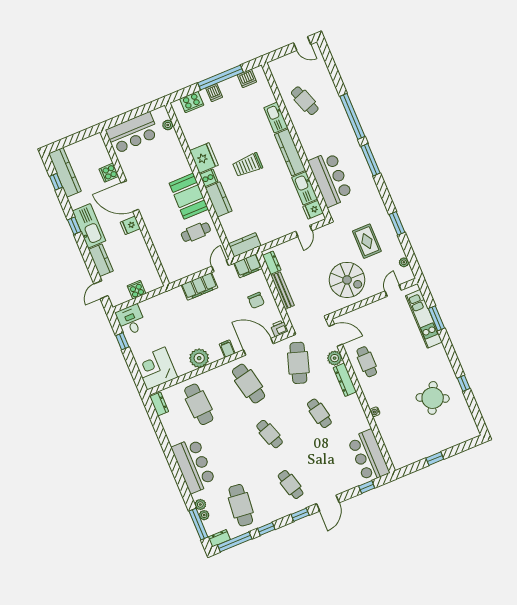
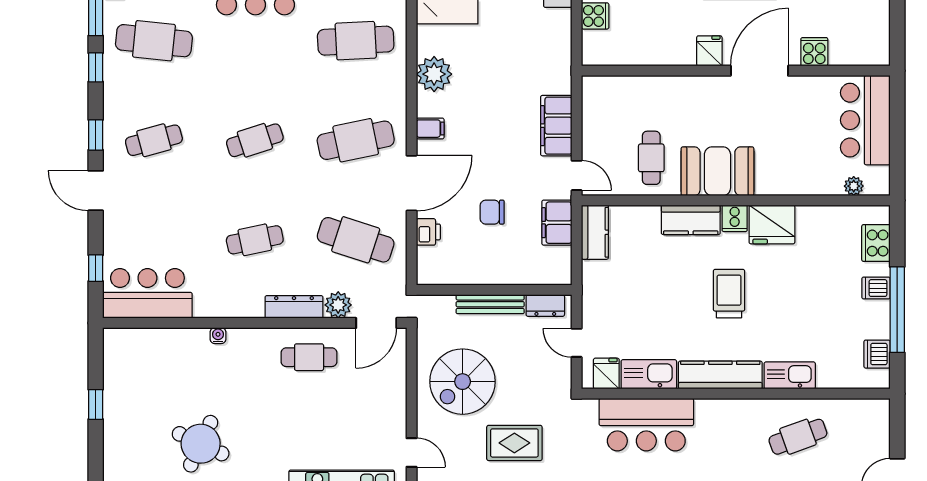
dresser: (272, 263) -> (545, 305), moved
bench: (283, 291) -> (490, 304), moved
wall: (275, 292) -> (494, 290), moved

